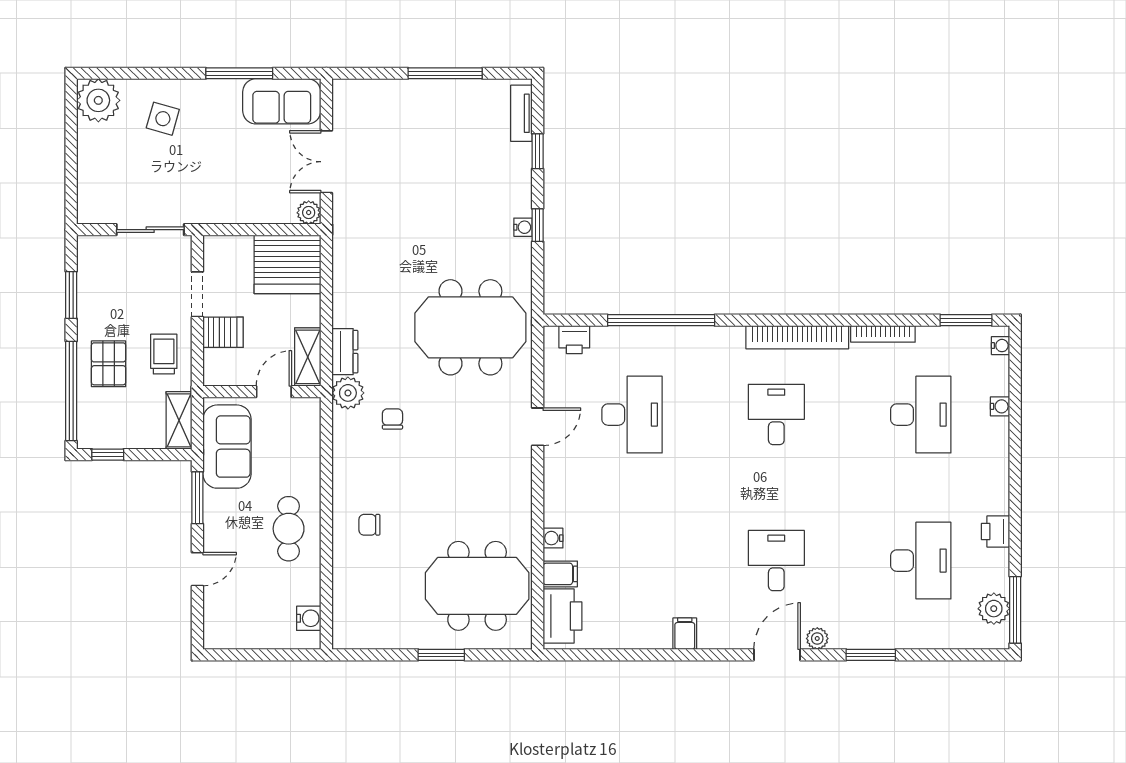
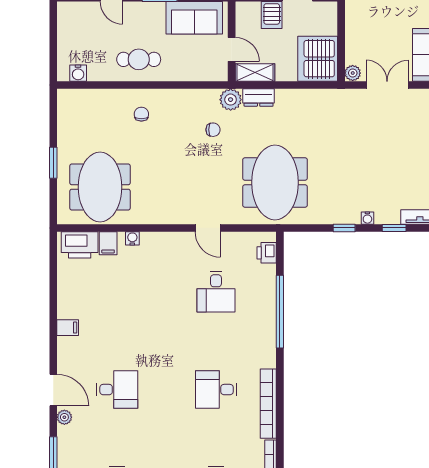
water cooler: (523, 227) -> (367, 218), moved
desk: (632, 415) -> (216, 292), width x0.73
desk: (776, 415) -> (216, 390), turned 180

